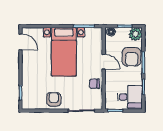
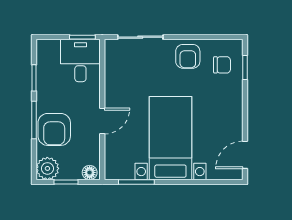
door: (20, 42) -> (245, 155), hinge flipped
armchair: (132, 57) -> (54, 129), turned 180
door: (104, 62) -> (102, 121), swing flipped
chair: (94, 84) -> (222, 65), moved
desk: (130, 97) -> (80, 60), moved, turned 90

